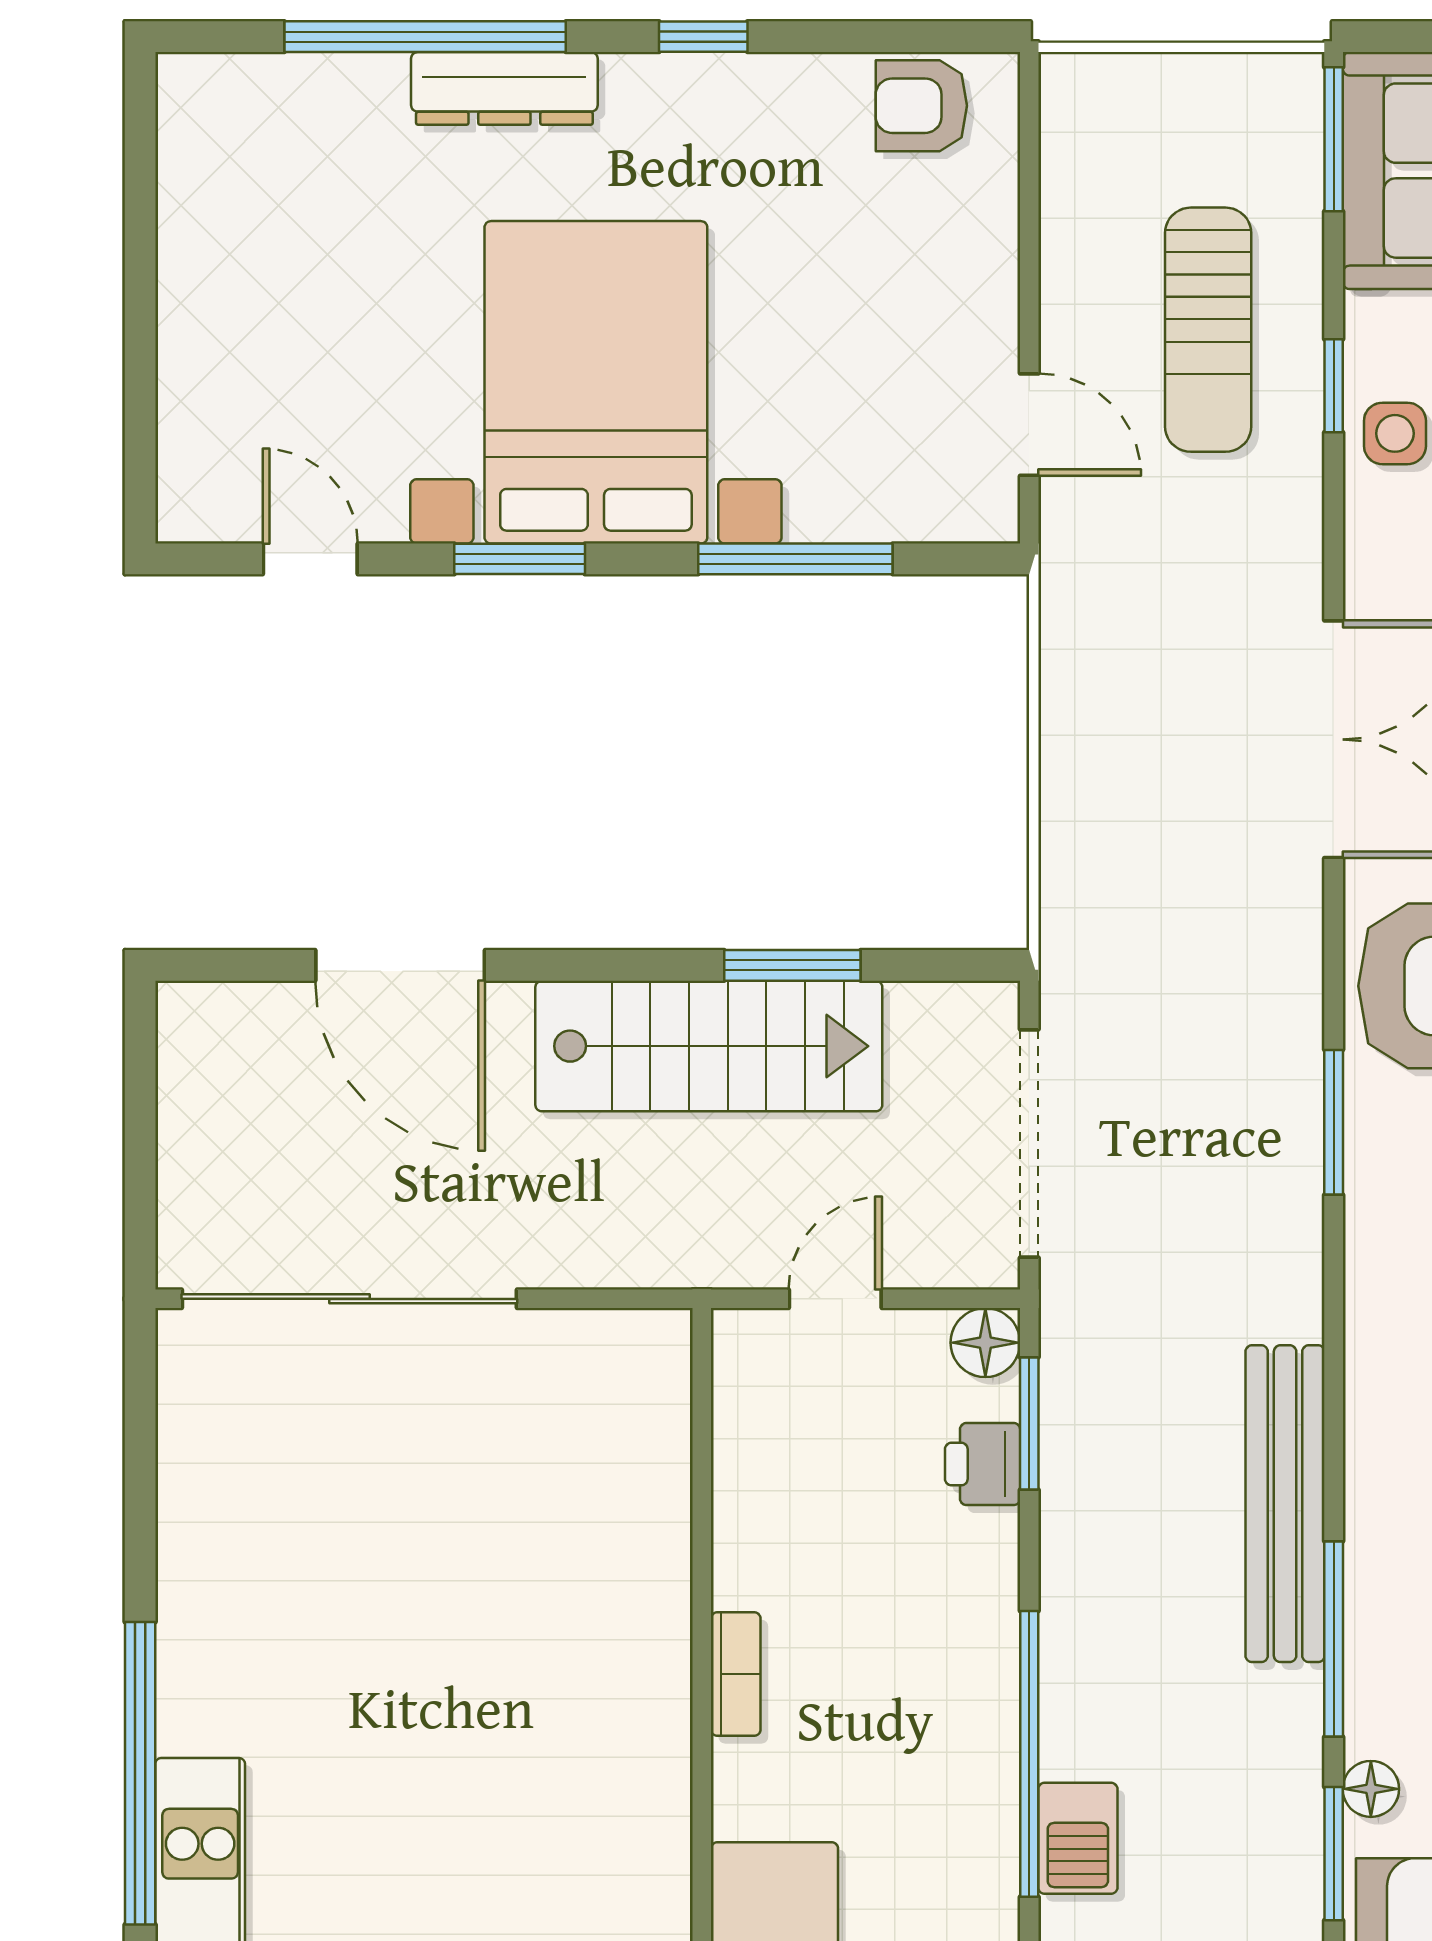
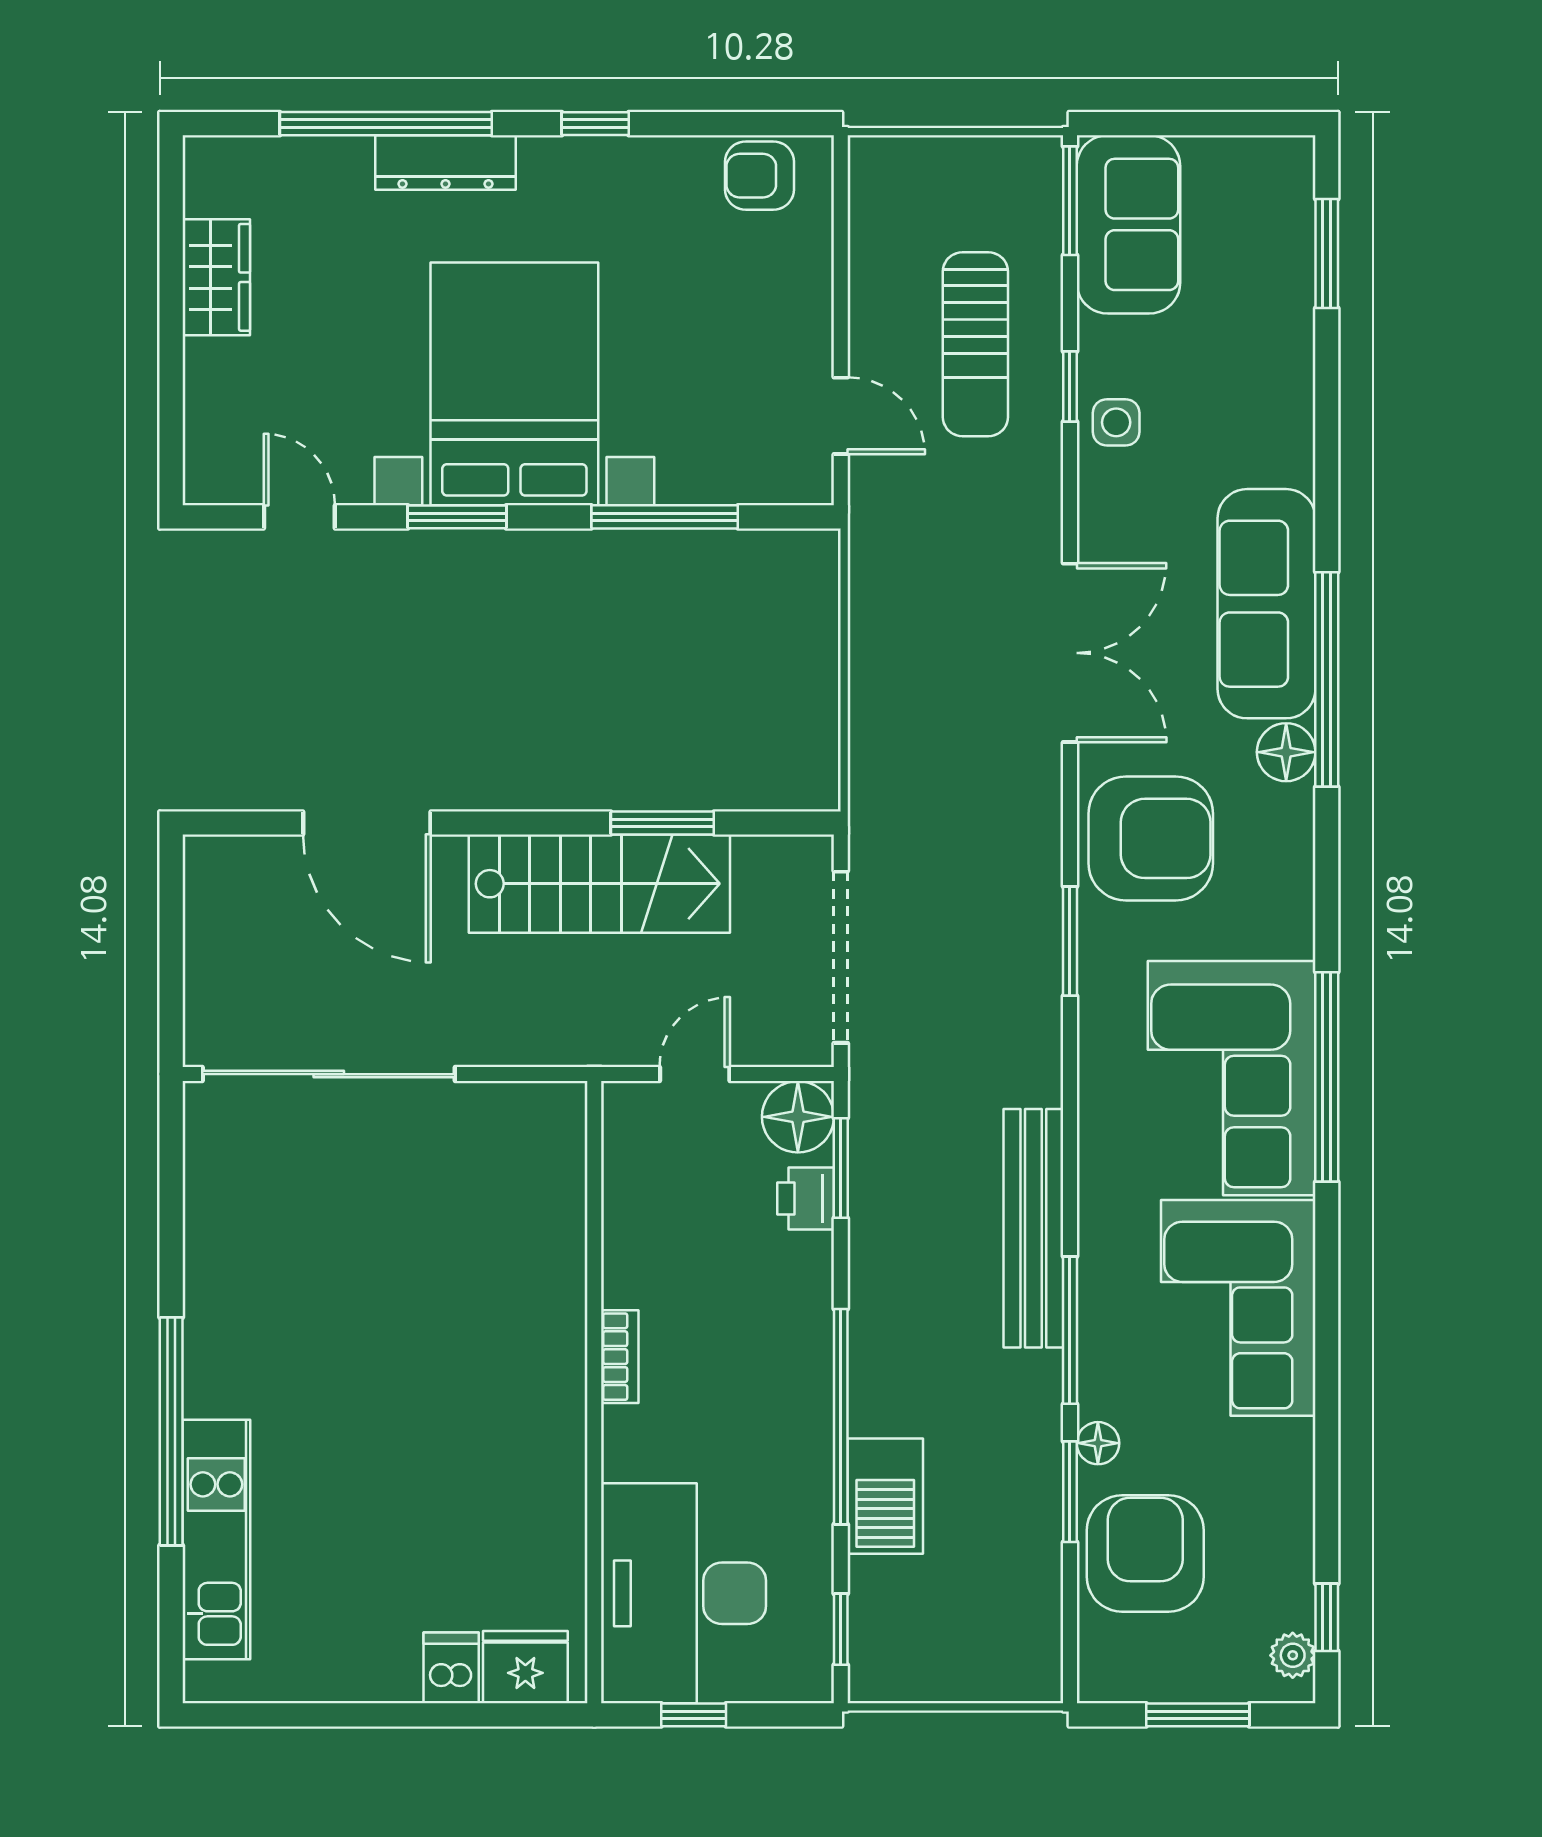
wardrobe: (200, 241) -> (216, 277), added
floor lamp: (985, 1343) -> (798, 1117), width x1.38, depth x1.38
barbecue: (1078, 1838) -> (885, 1496), width x1.38, depth x1.27

